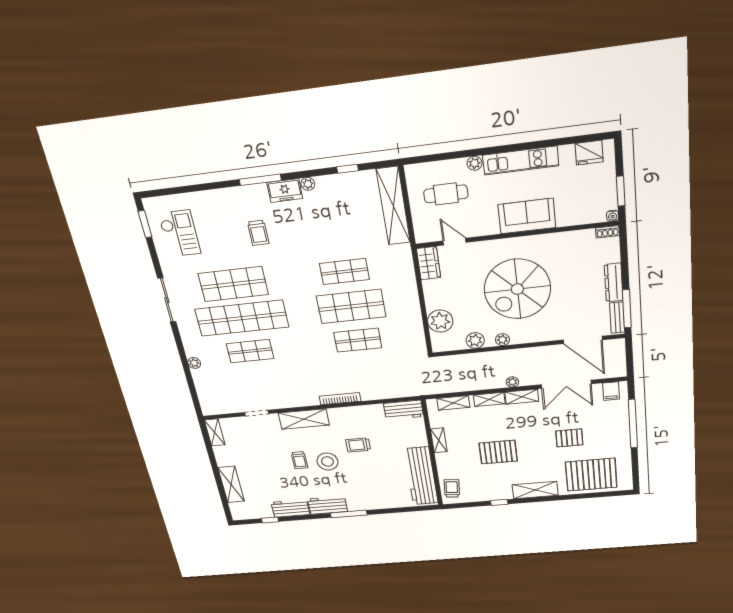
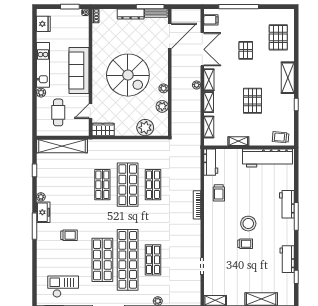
sofa: (527, 216) -> (79, 70), width x1.36
shelving: (304, 419) -> (211, 234), removed
trolley: (358, 445) -> (219, 193), moved
pallet: (591, 475) -> (278, 37), width x0.73, depth x0.71
workbench: (328, 505) -> (287, 204), moved

